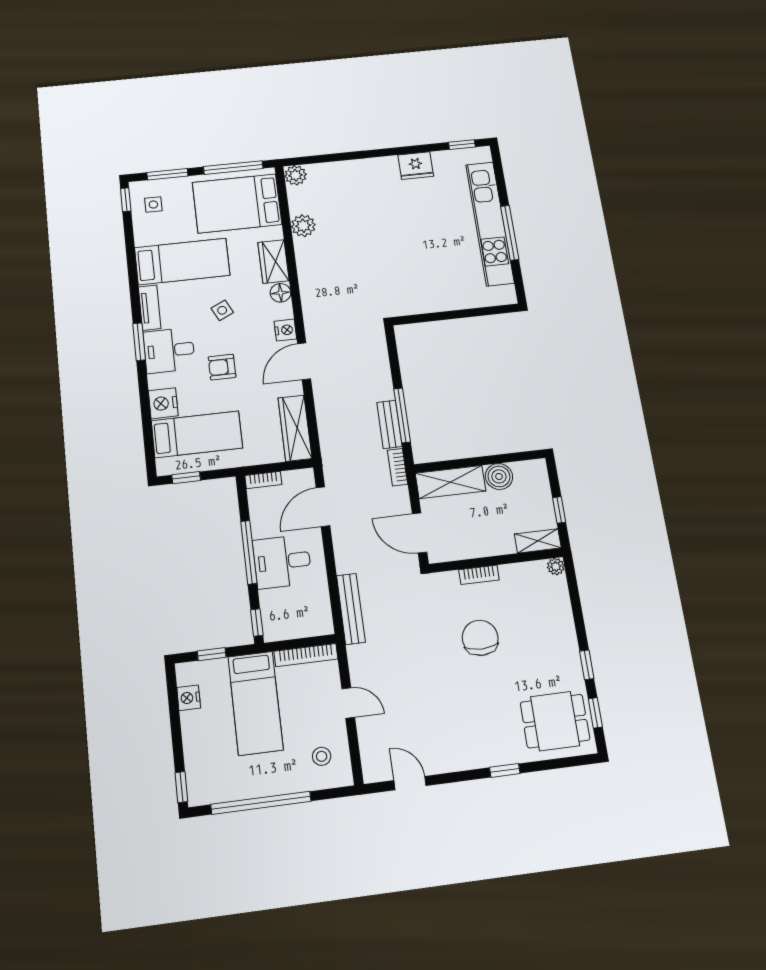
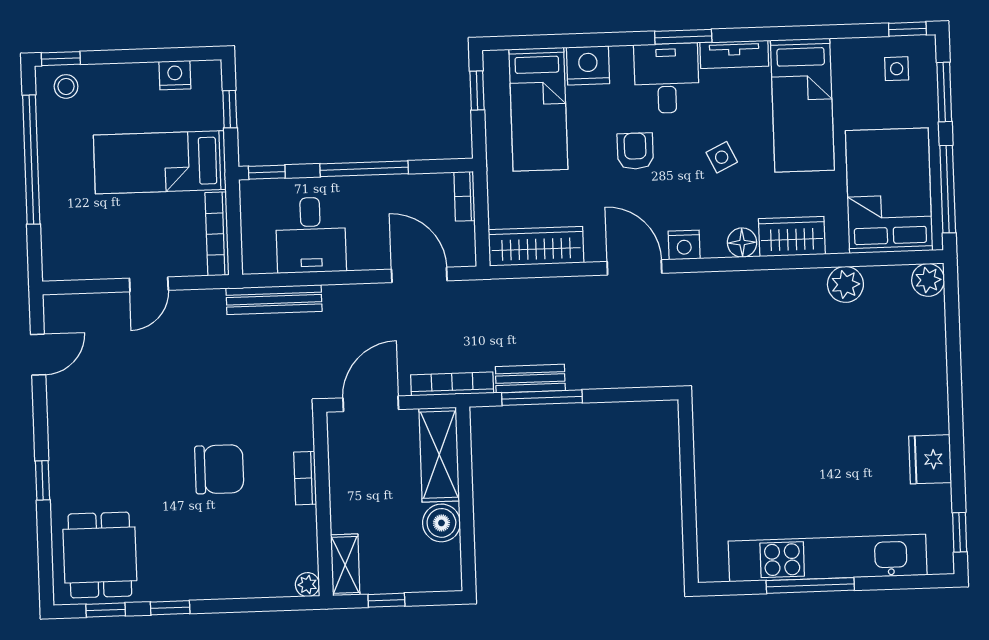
bookcase: (398, 467) -> (452, 384), width x1.56
desk: (282, 562) -> (311, 235), moved, turned 180
stool: (322, 756) -> (66, 86), moved

